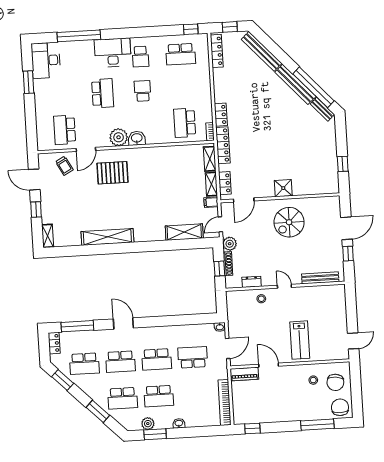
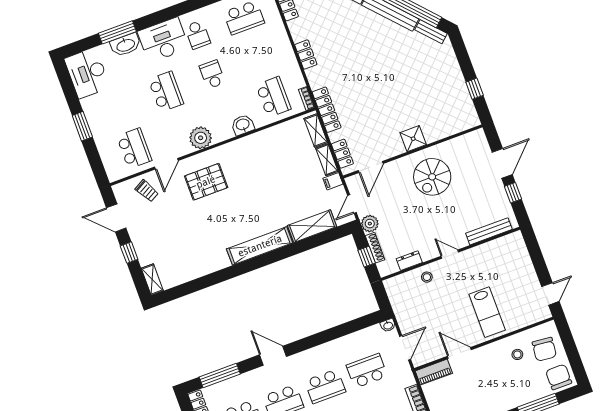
window: (79, 36) -> (117, 32), width x0.68
washbasin: (82, 48) -> (126, 45), added
window: (28, 82) -> (82, 126), moved
locker: (221, 115) -> (306, 55), moved
school desk: (185, 123) -> (273, 97), turned 180
school desk: (65, 130) -> (134, 148), turned 180
washbasin: (137, 138) -> (243, 125), moved
shelving: (107, 237) -> (260, 246), moved

